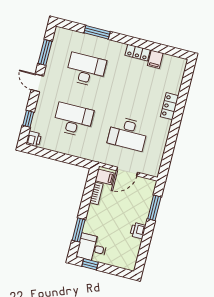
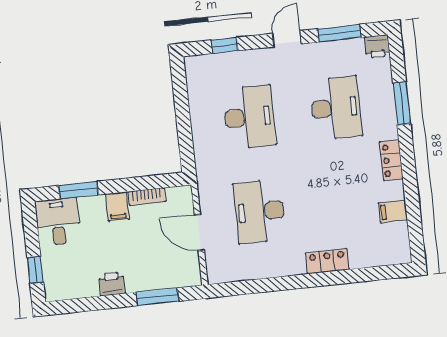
locker: (138, 53) -> (391, 160), moved
printer: (34, 139) -> (377, 46), moved
filing cabinet: (105, 177) -> (117, 206), moved
window: (90, 264) -> (35, 270), moved

